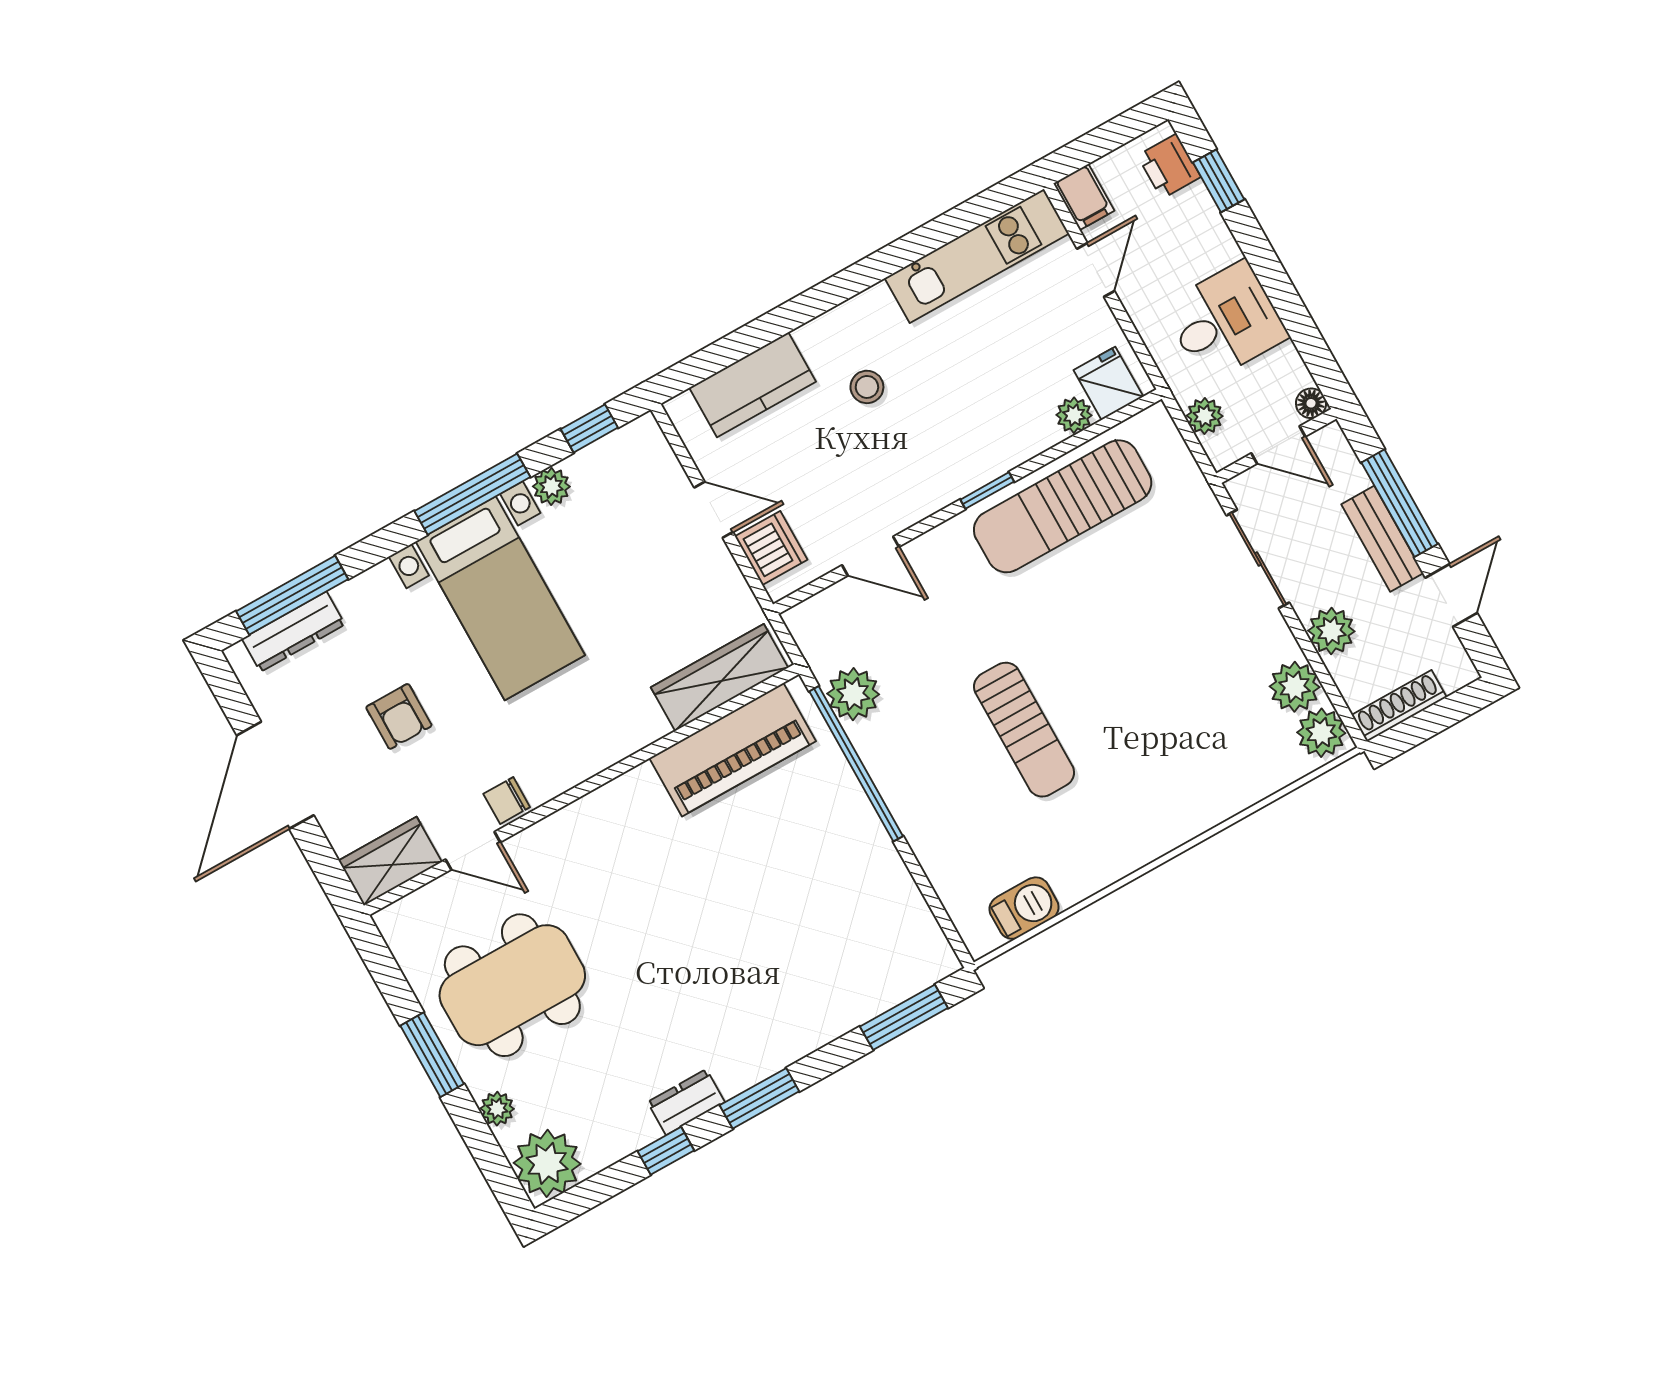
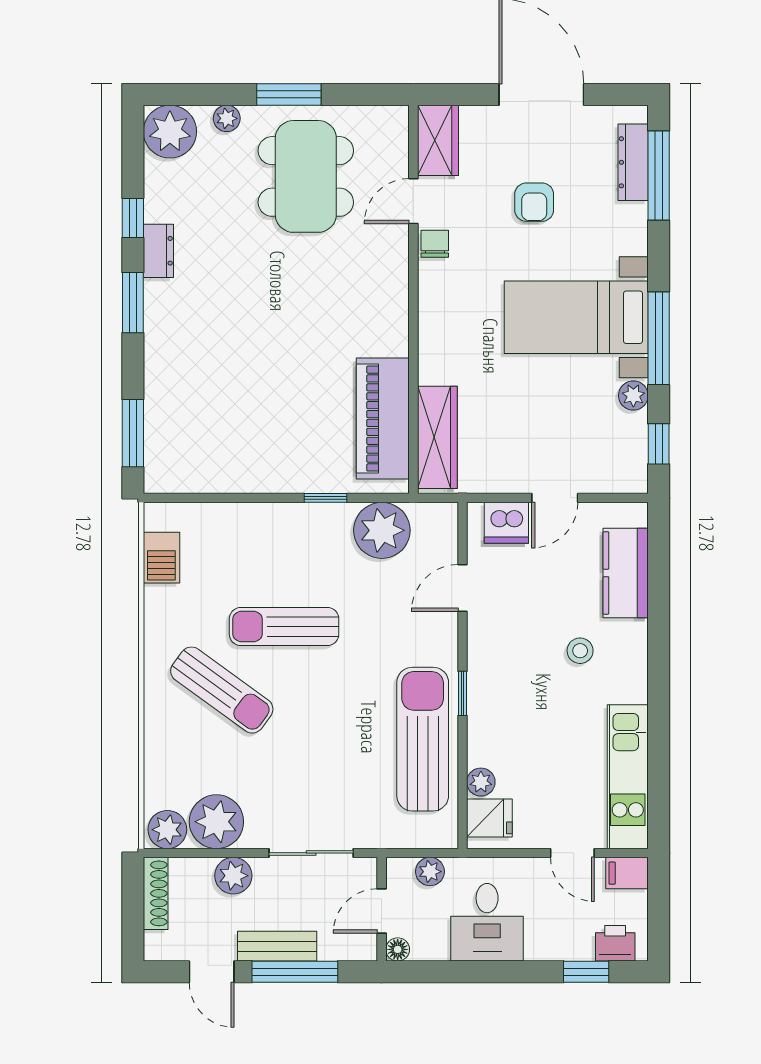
plant: (1295, 687) -> (216, 822), width x1.36, depth x1.36
plant: (853, 694) -> (382, 530), width x1.36, depth x1.36
armchair: (399, 716) -> (534, 202), turned -90
sun lounger: (1133, 759) -> (222, 690), added
window: (856, 764) -> (325, 498), width x0.32

